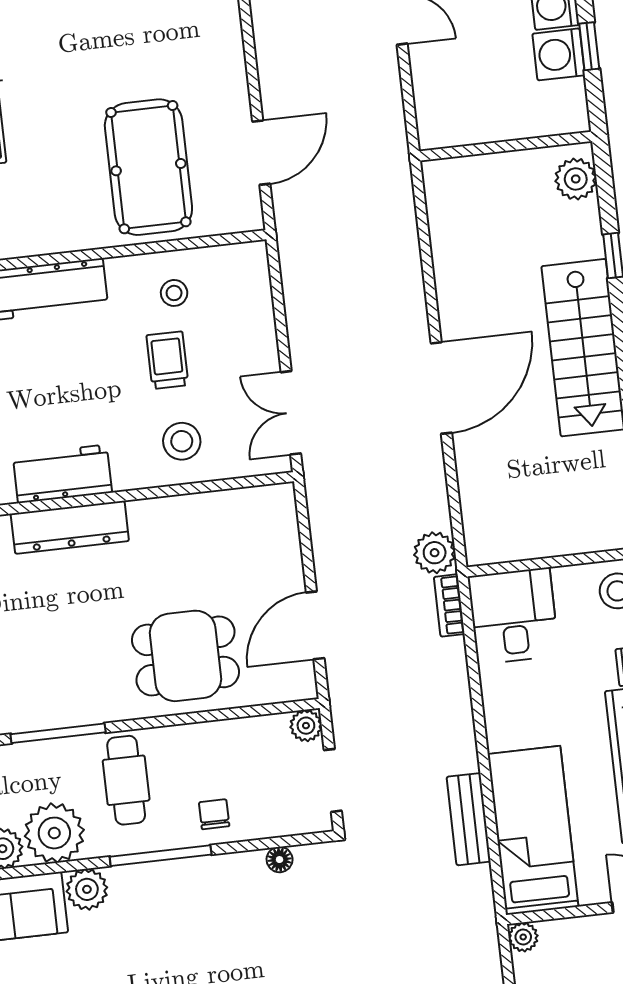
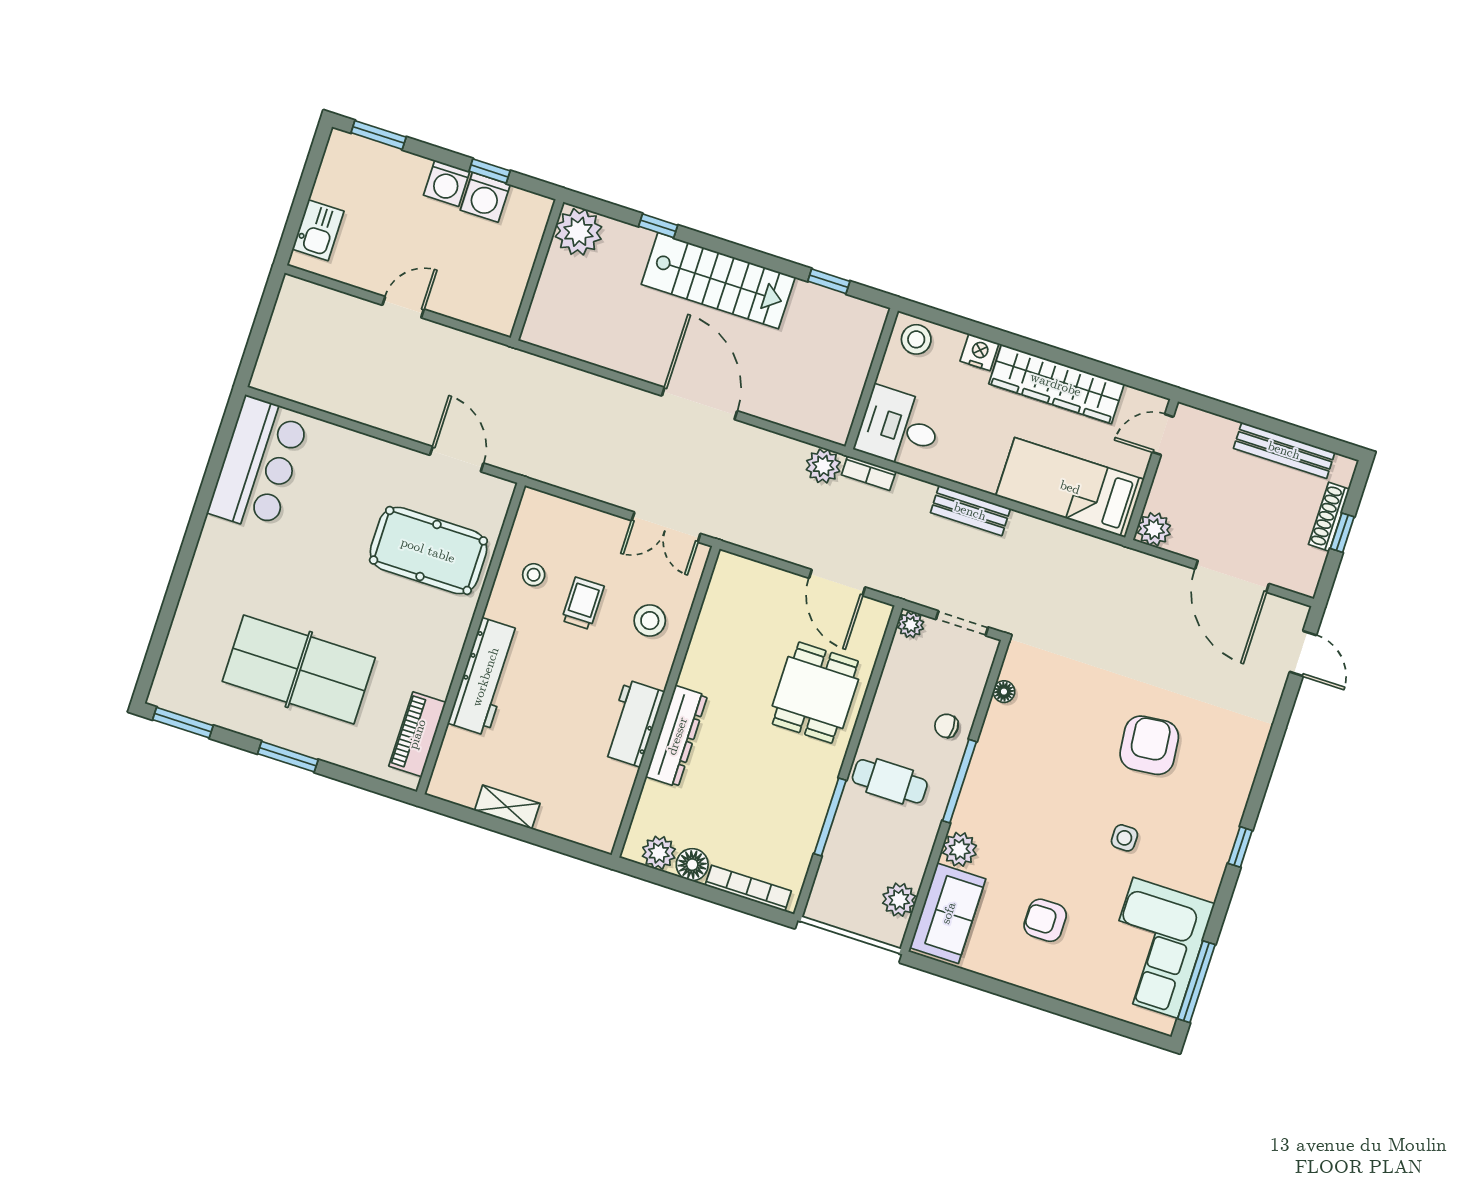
plant: (576, 179) -> (578, 232), width x1.36, depth x1.36
trolley: (167, 360) -> (583, 603), turned 90
bench: (469, 819) -> (970, 511), moved
plant: (54, 833) -> (905, 855), removed
plant: (523, 937) -> (1154, 529), width x1.38, depth x1.38

